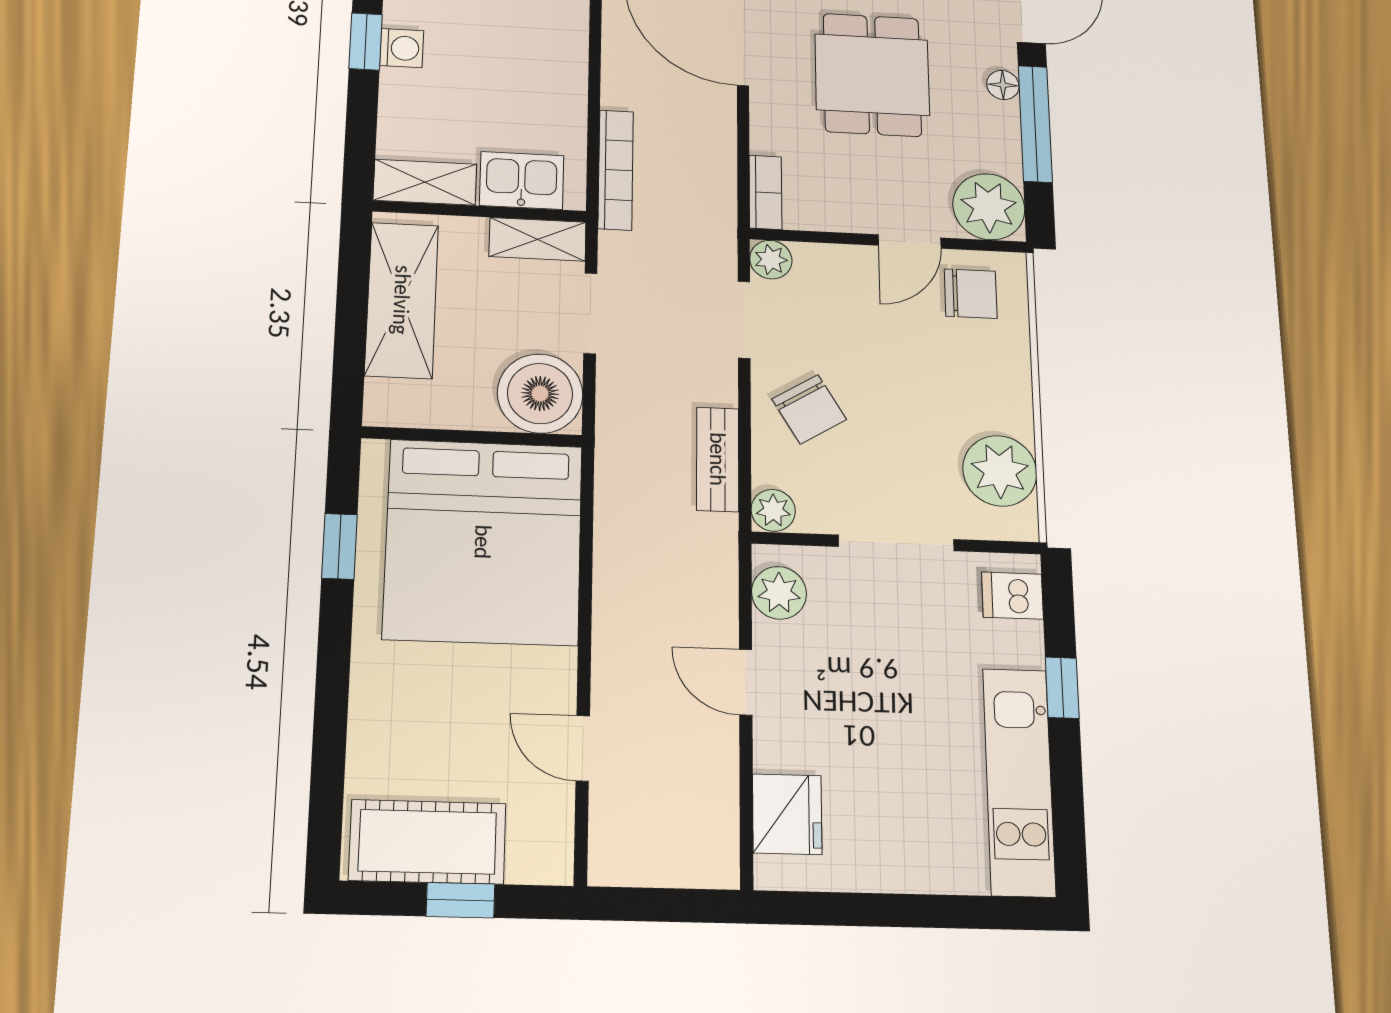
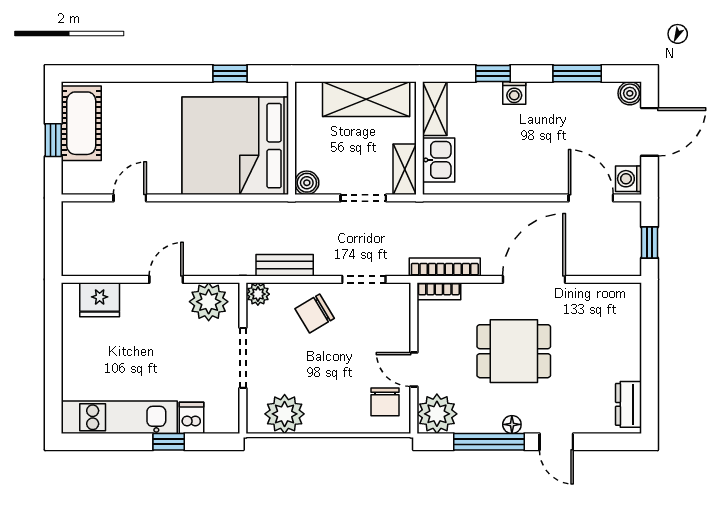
window: (366, 41) -> (493, 73), moved
bookcase: (616, 170) -> (445, 267), moved, turned 180
plant: (771, 260) -> (399, 294), removed
boiler: (540, 394) -> (307, 183), width x0.54, depth x0.54
plant: (779, 593) -> (209, 302), width x1.36, depth x1.36
dishwasher: (1012, 596) -> (191, 418), moved

